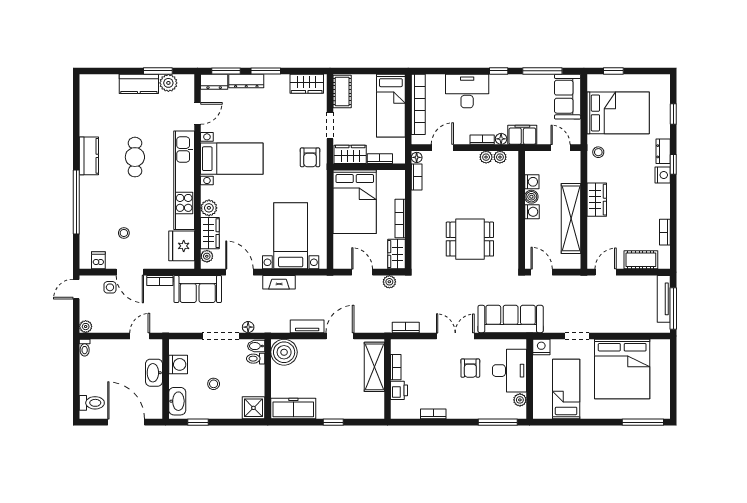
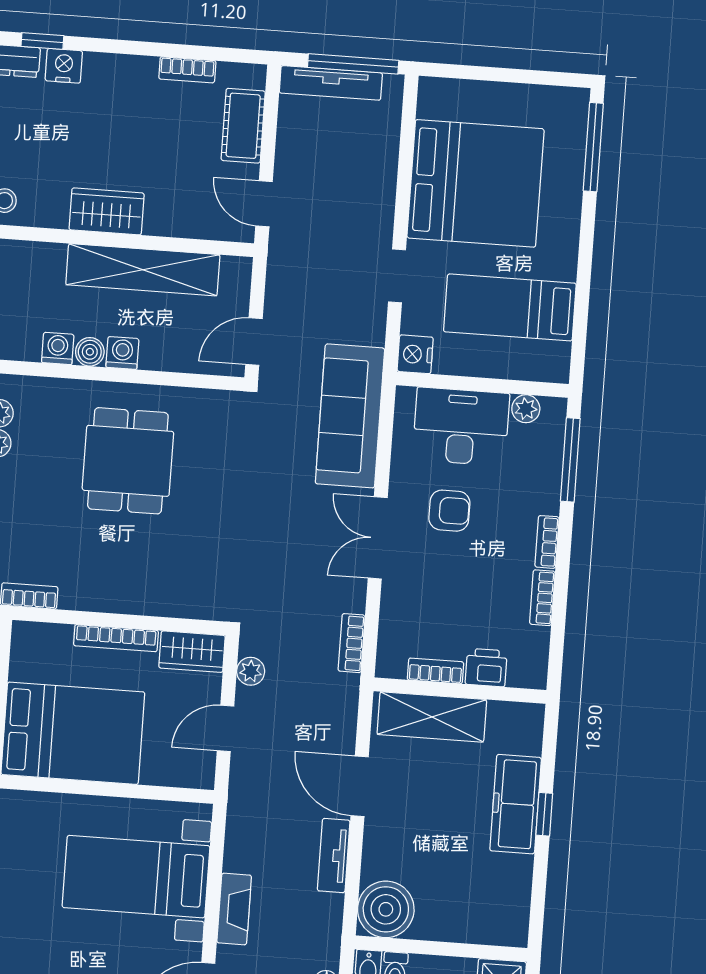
dining table: (470, 239) -> (128, 461), moved
freezer: (293, 409) -> (516, 804), moved
bookcase: (459, 414) -> (547, 542), added

